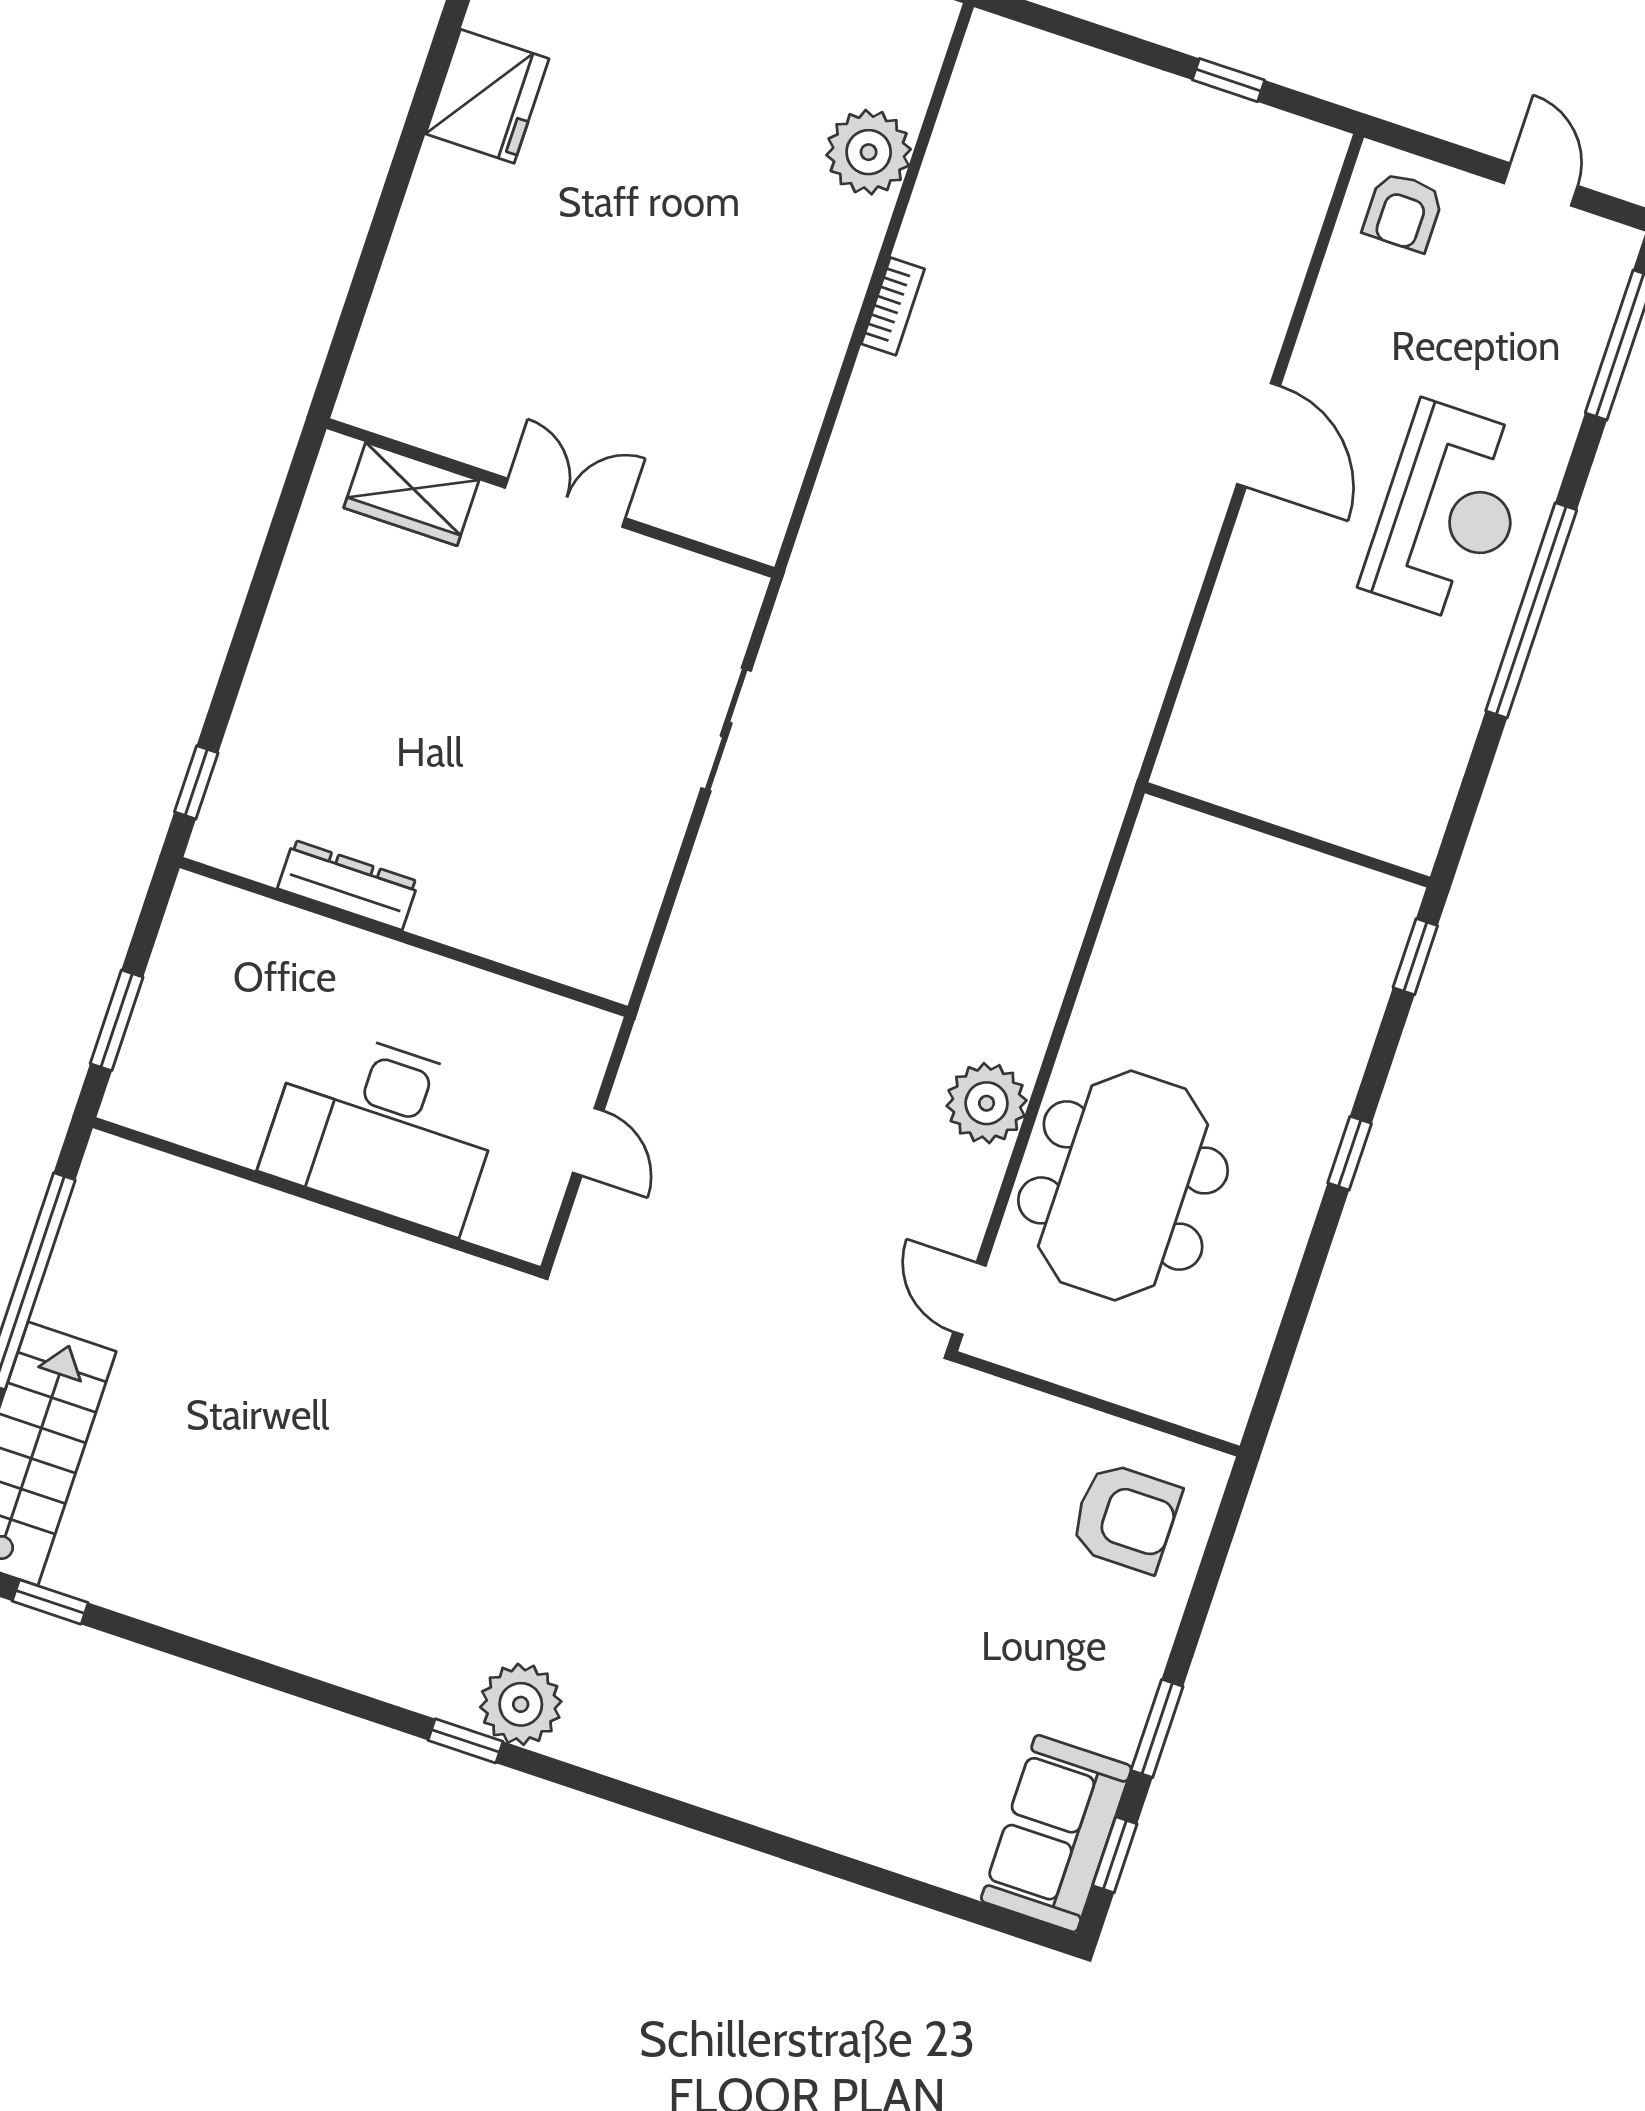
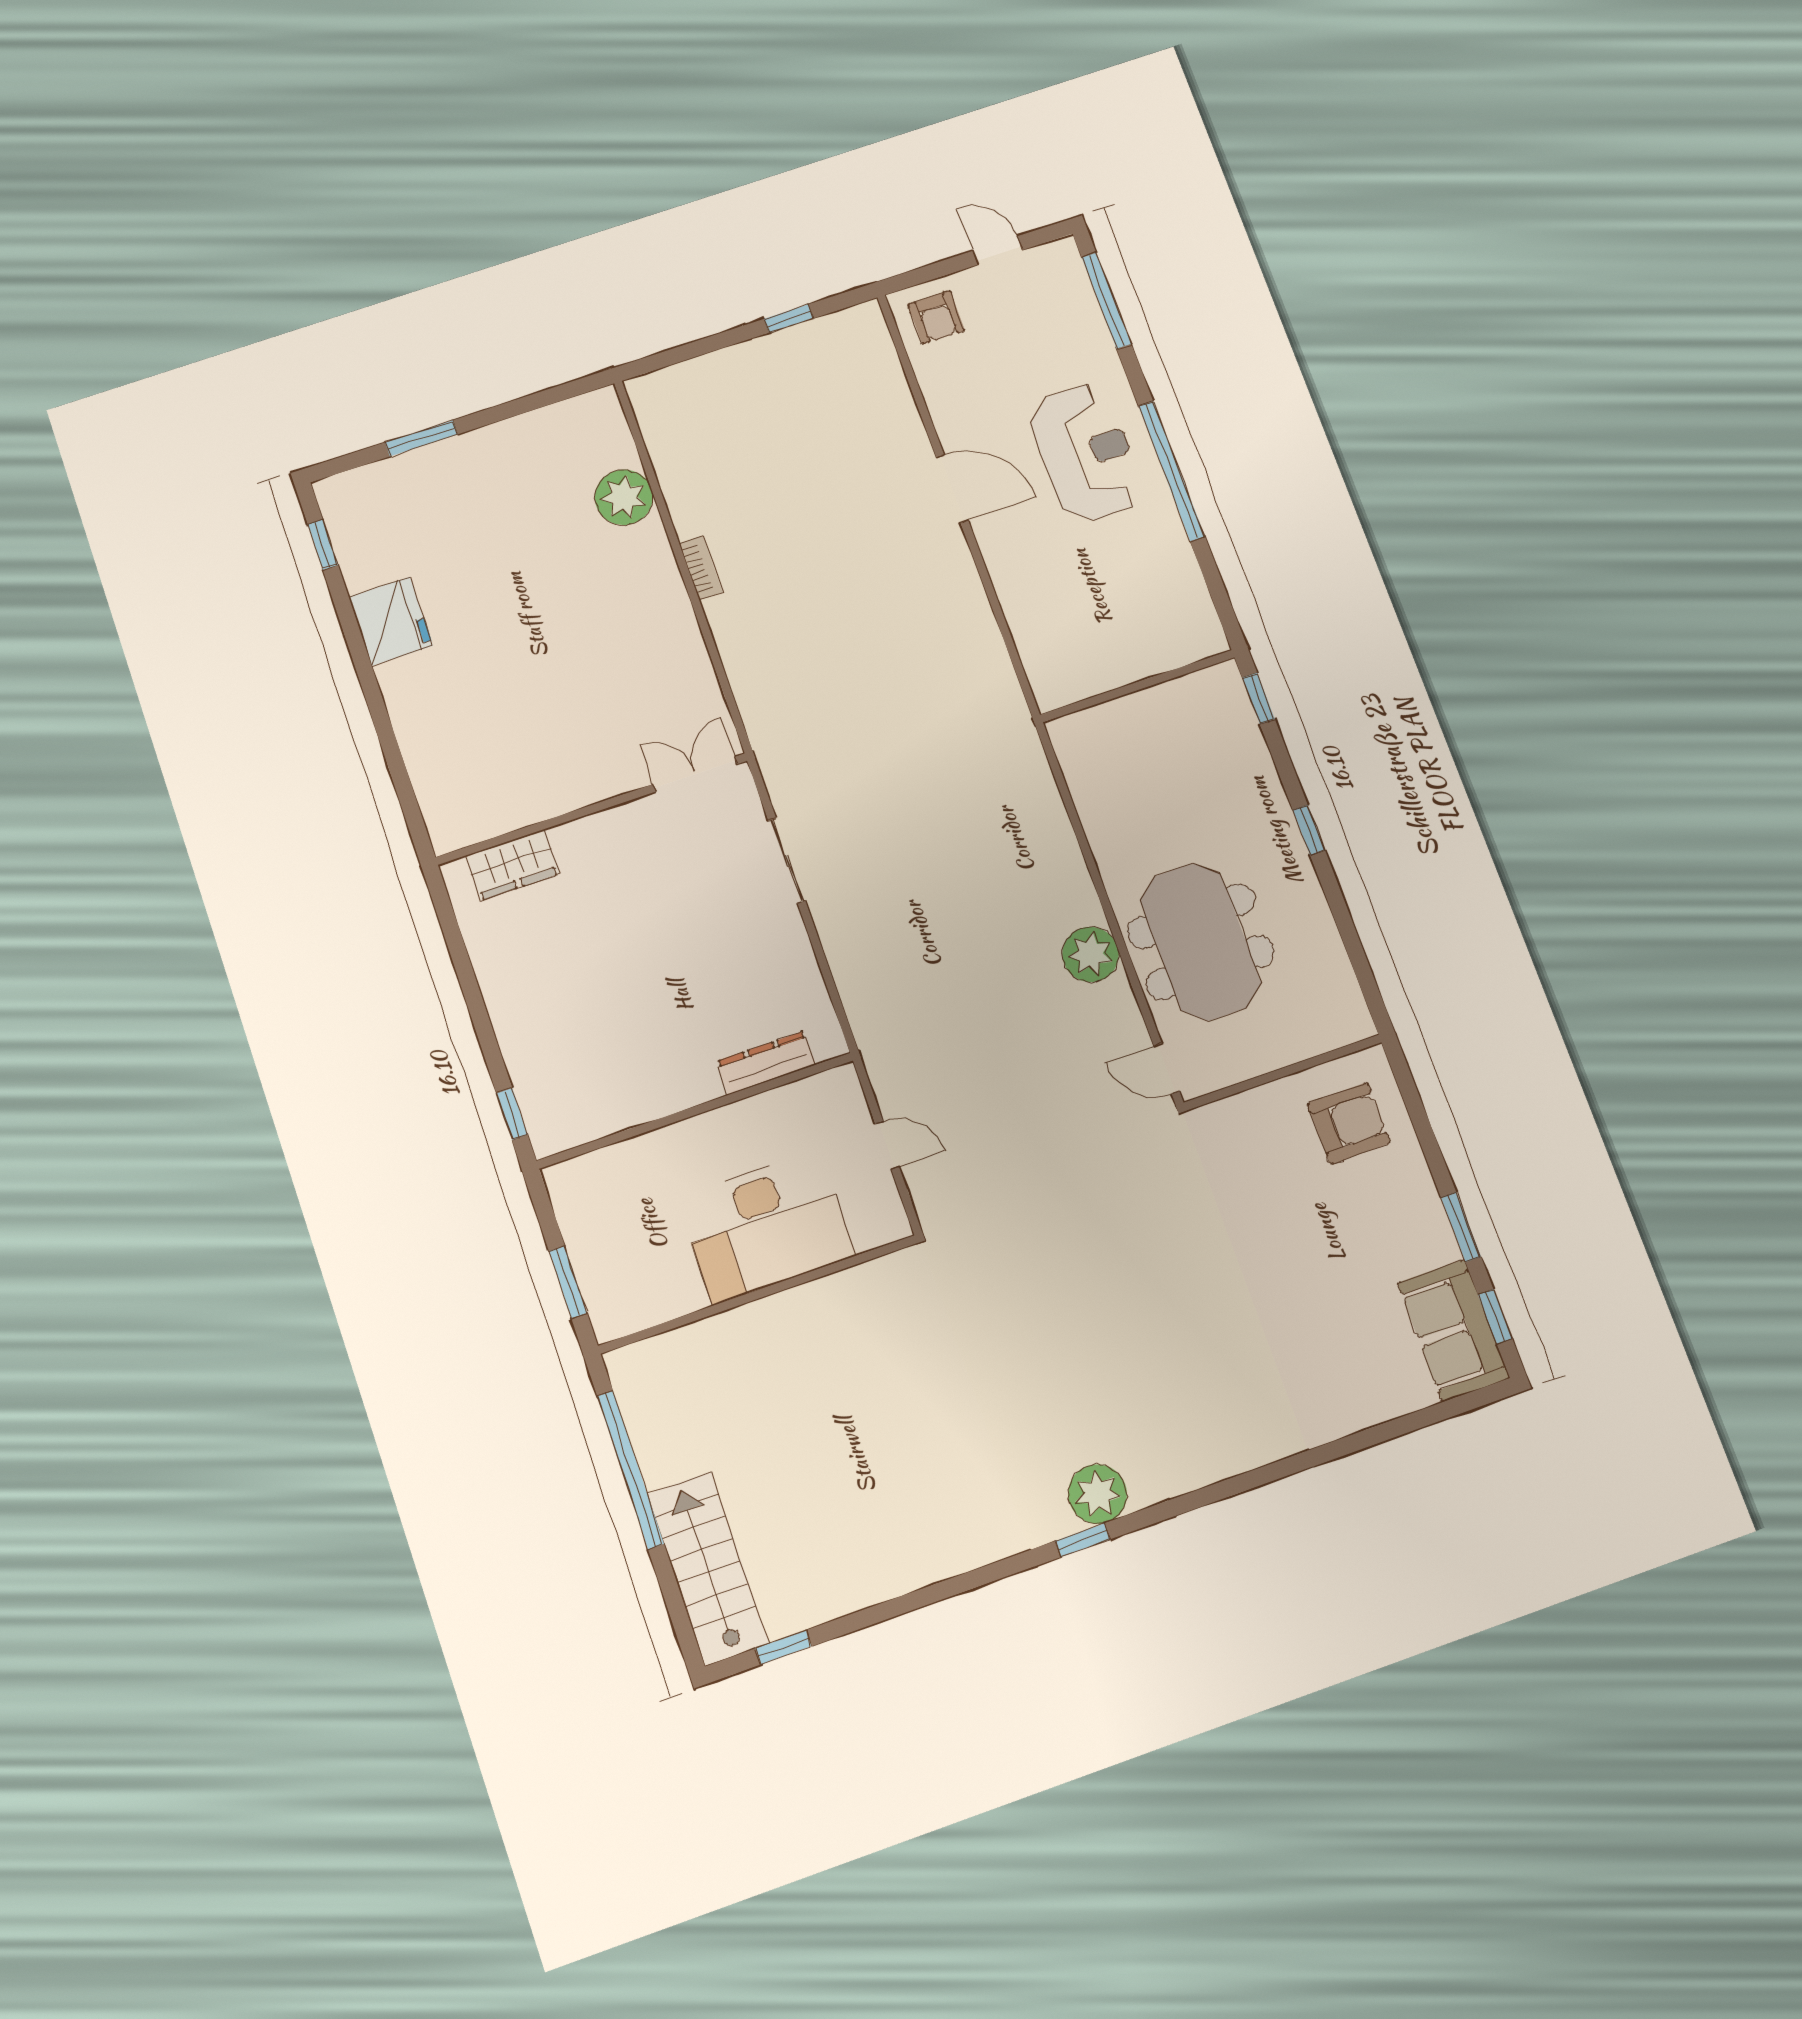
double door: (565, 503) -> (695, 774), moved
dresser: (348, 885) -> (766, 1063), moved

